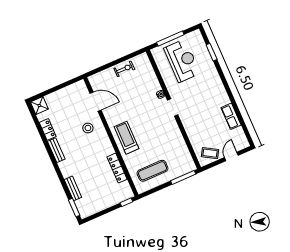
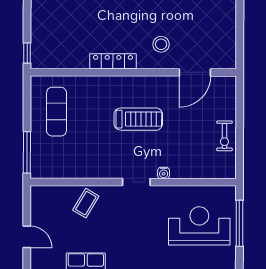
reception desk: (182, 61) -> (199, 226), turned 180
treadmill: (127, 138) -> (138, 119), moved
coffee table: (210, 153) -> (86, 203), moved
locker: (117, 168) -> (113, 61), moved

